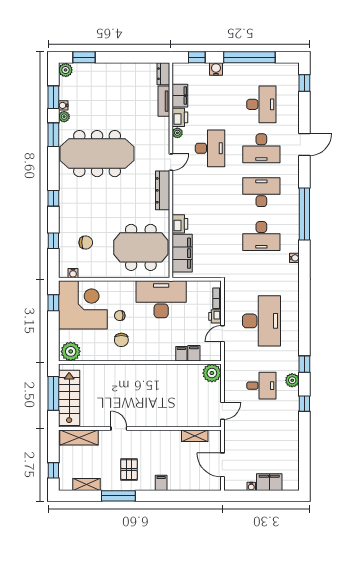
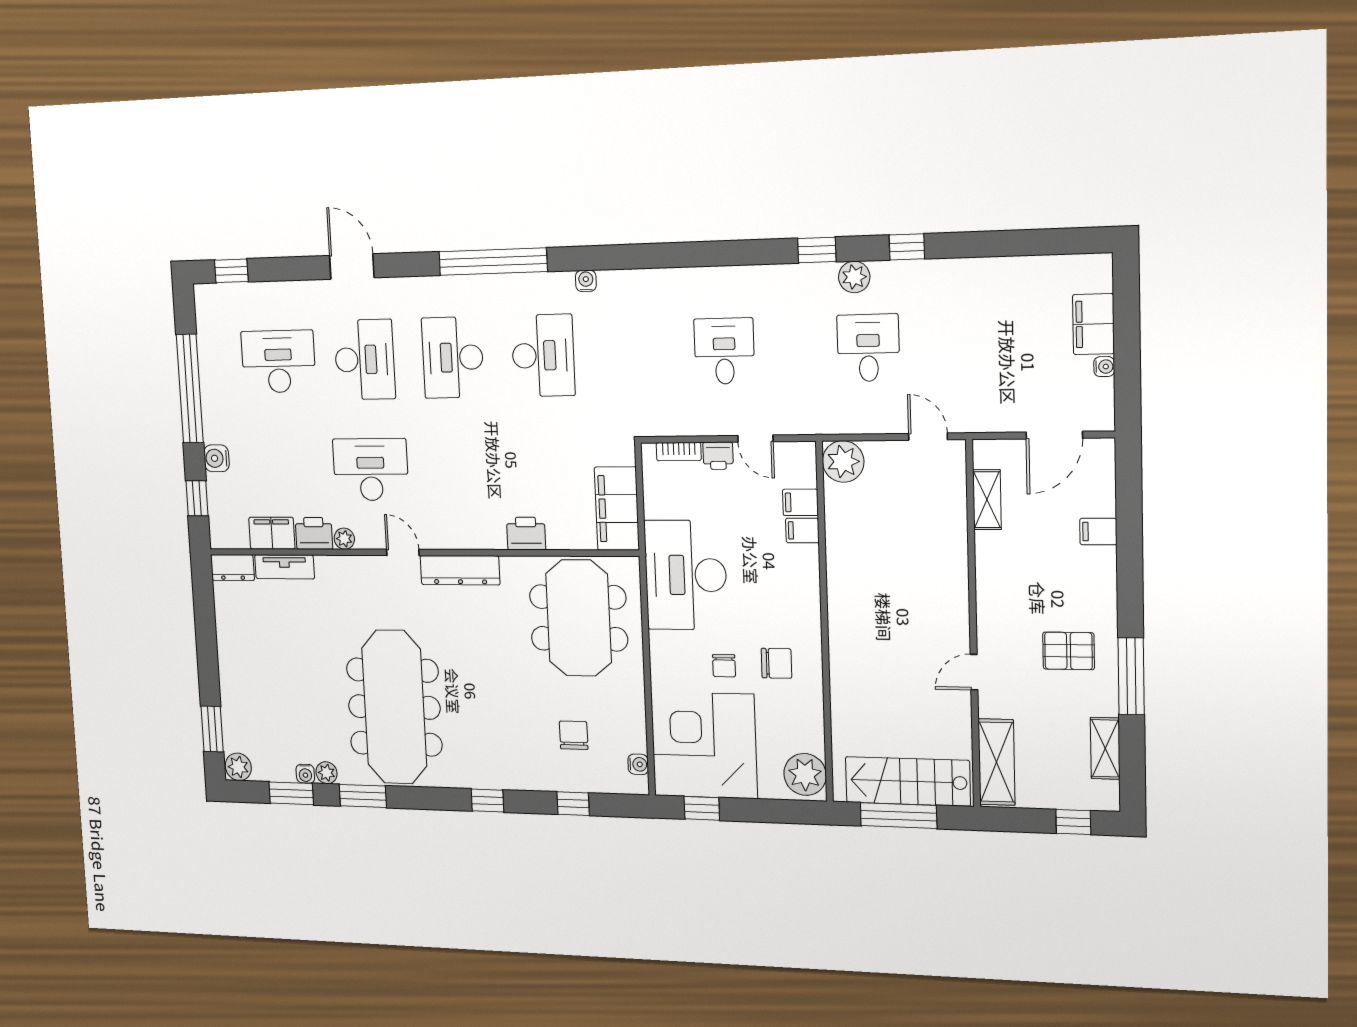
filing cabinet: (182, 253) -> (617, 509), moved, turned -90
desk: (261, 321) -> (724, 351), width x0.53, depth x0.77
filing cabinet: (161, 483) -> (1098, 532), moved

